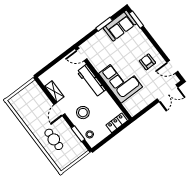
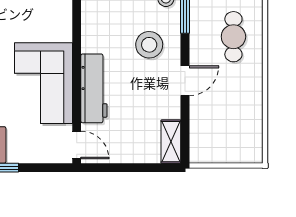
corner sofa: (121, 80) -> (43, 83), moved
shelving: (54, 92) -> (171, 142), moved

